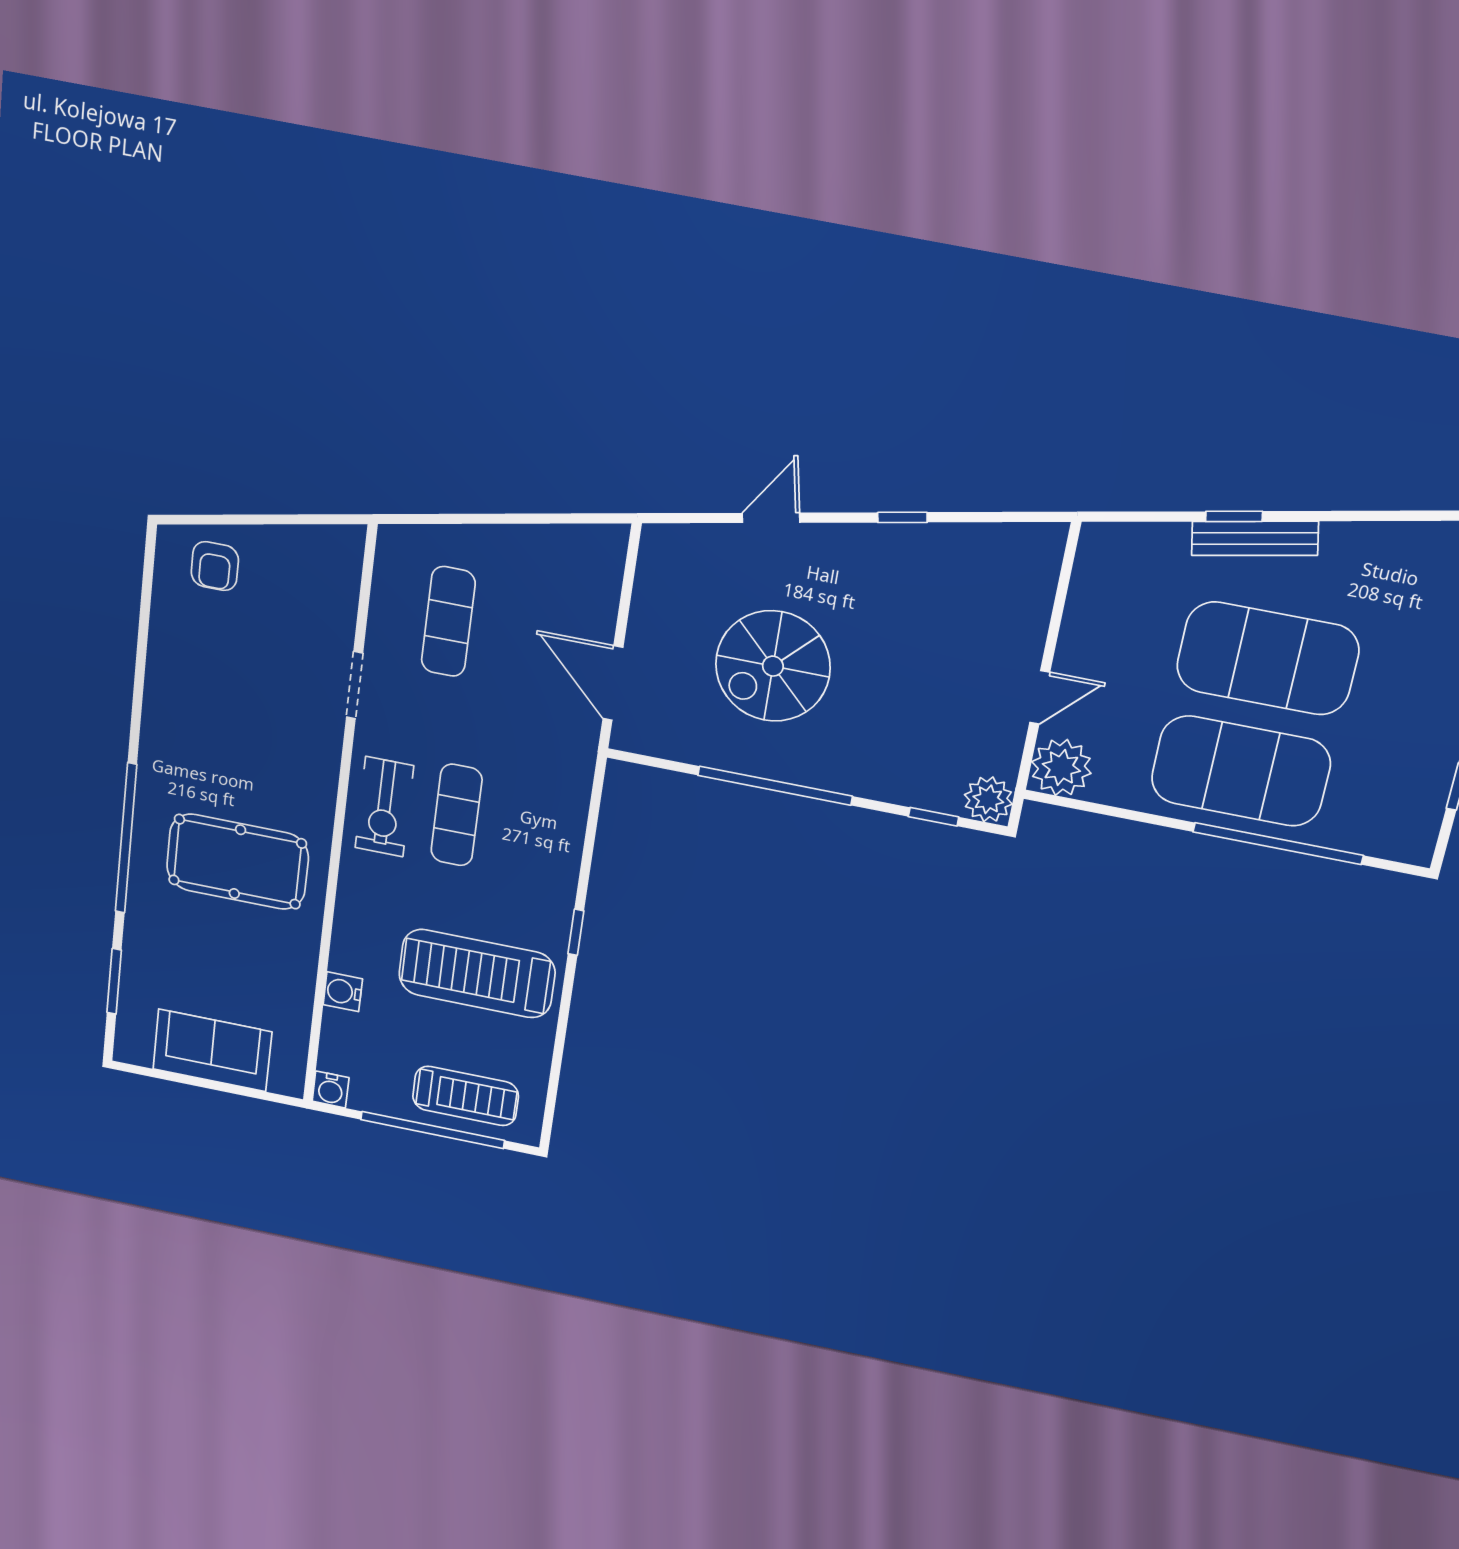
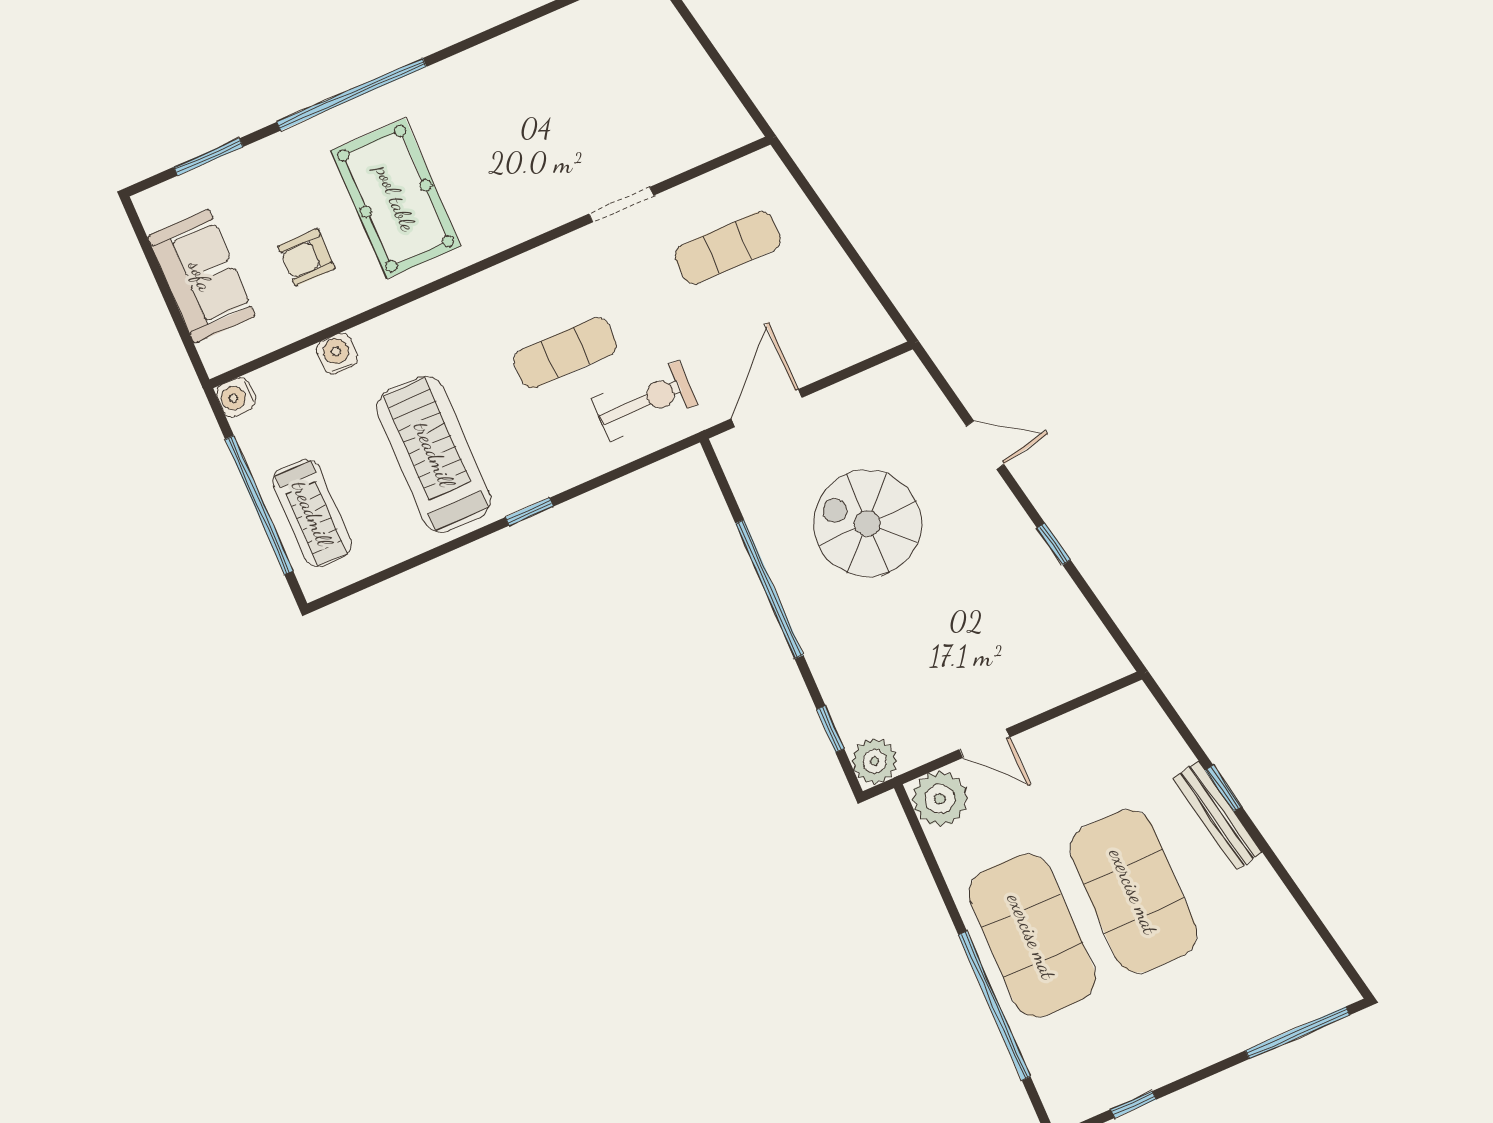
armchair: (215, 566) -> (306, 257), moved
exercise bike: (384, 807) -> (645, 401), moved, turned 180

